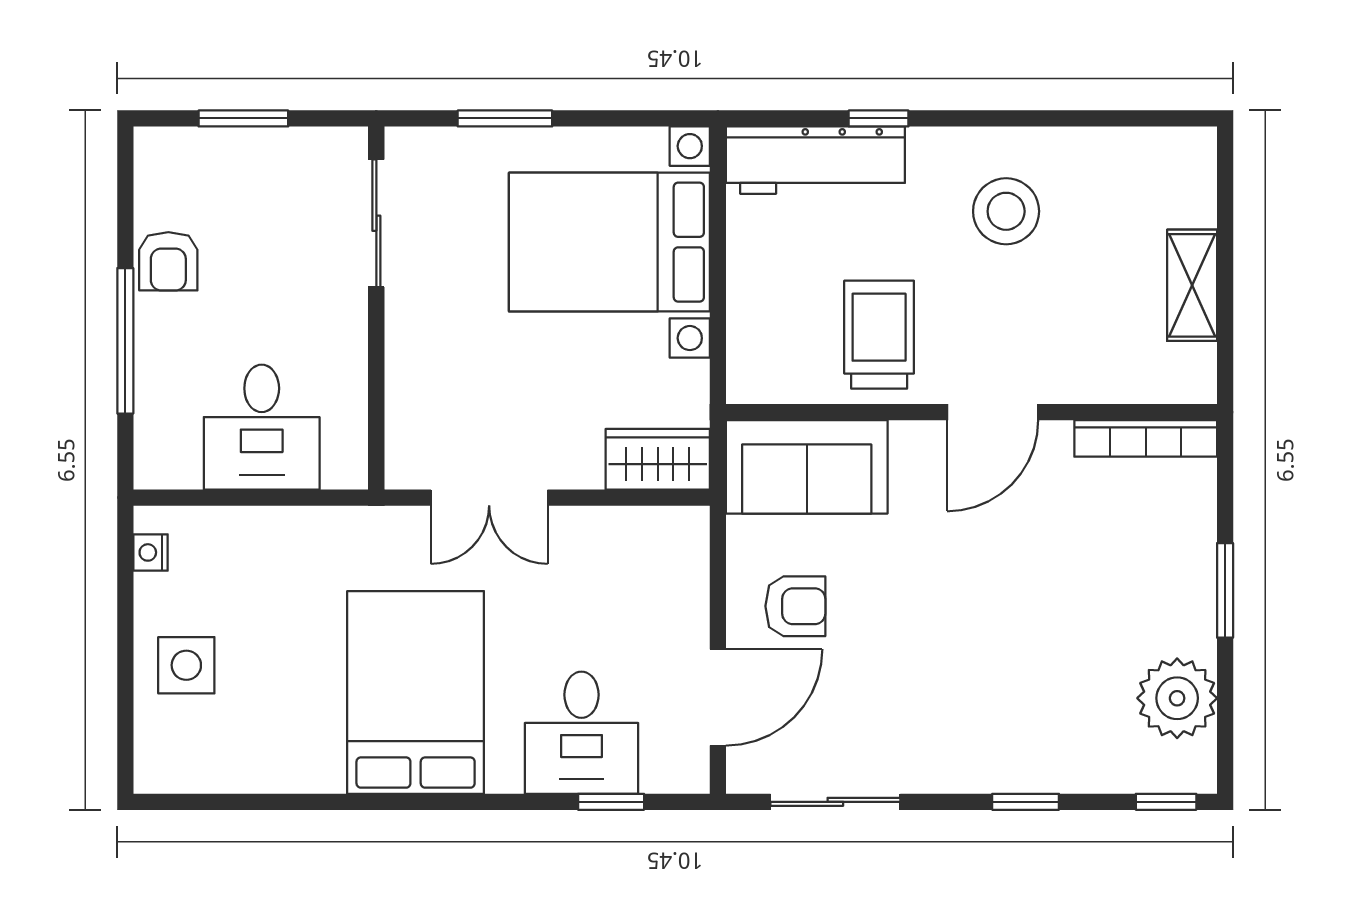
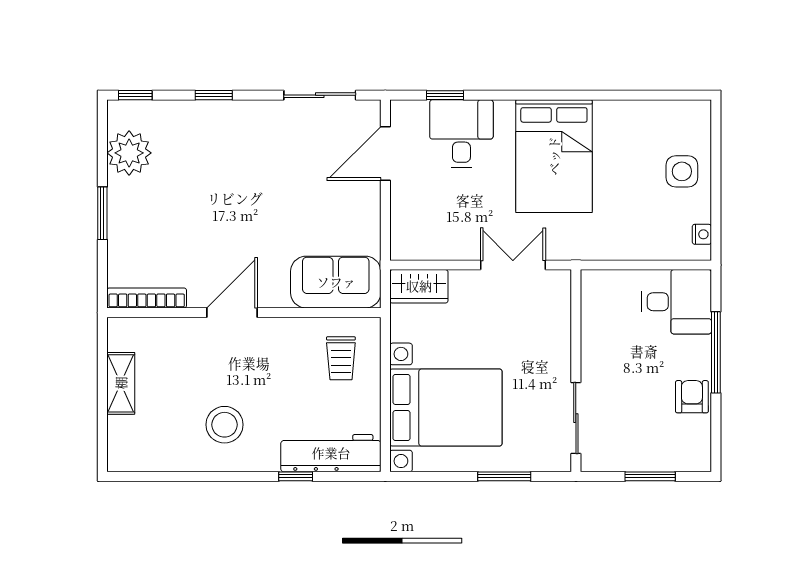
trolley: (879, 335) -> (341, 358), moved, width x0.73, depth x0.72
desk: (262, 427) -> (677, 302), moved, turned 90
armchair: (795, 606) -> (342, 204), removed

